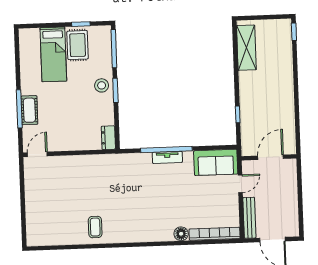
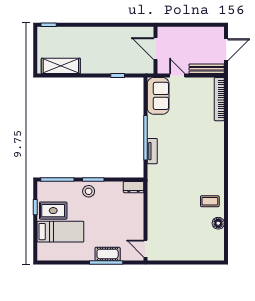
tv unit: (167, 157) -> (152, 151), moved
floor lamp: (181, 234) -> (218, 223), moved

